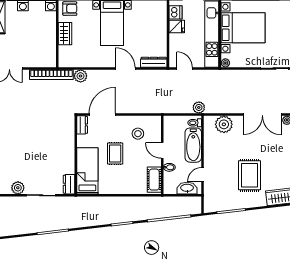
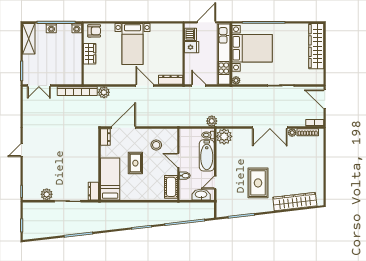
plant: (224, 124) -> (224, 136), moved

